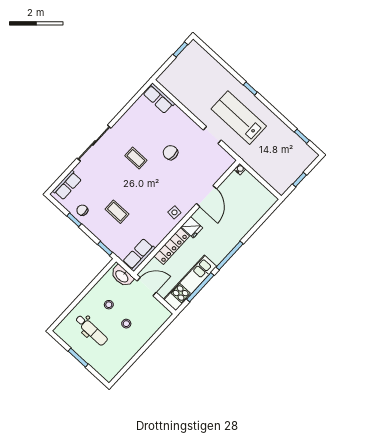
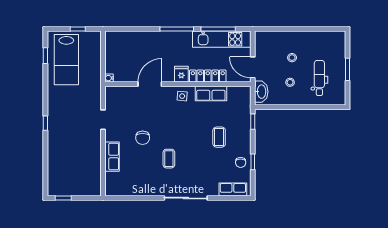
row of seats: (159, 98) -> (112, 157), moved
lab bench: (239, 118) -> (66, 60), moved
row of seats: (139, 255) -> (211, 93), moved

